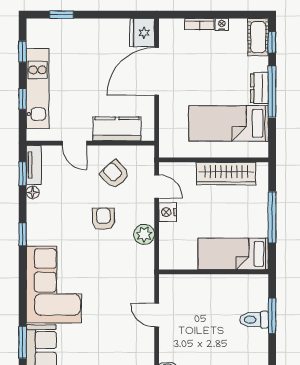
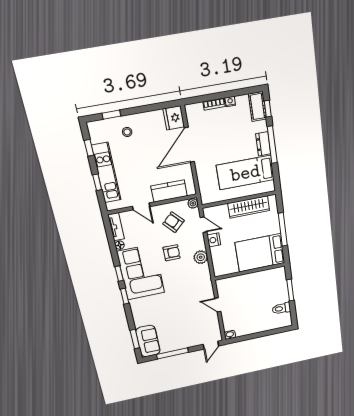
stool: (77, 40) -> (127, 132), added
plant: (147, 153) -> (193, 203), added
window: (23, 174) -> (125, 296), moved
armchair: (103, 219) -> (172, 253), turned 90
bed: (233, 254) -> (260, 253), width x1.50
corner sofa: (54, 285) -> (141, 272), moved
toilet: (254, 320) -> (281, 308), moved

